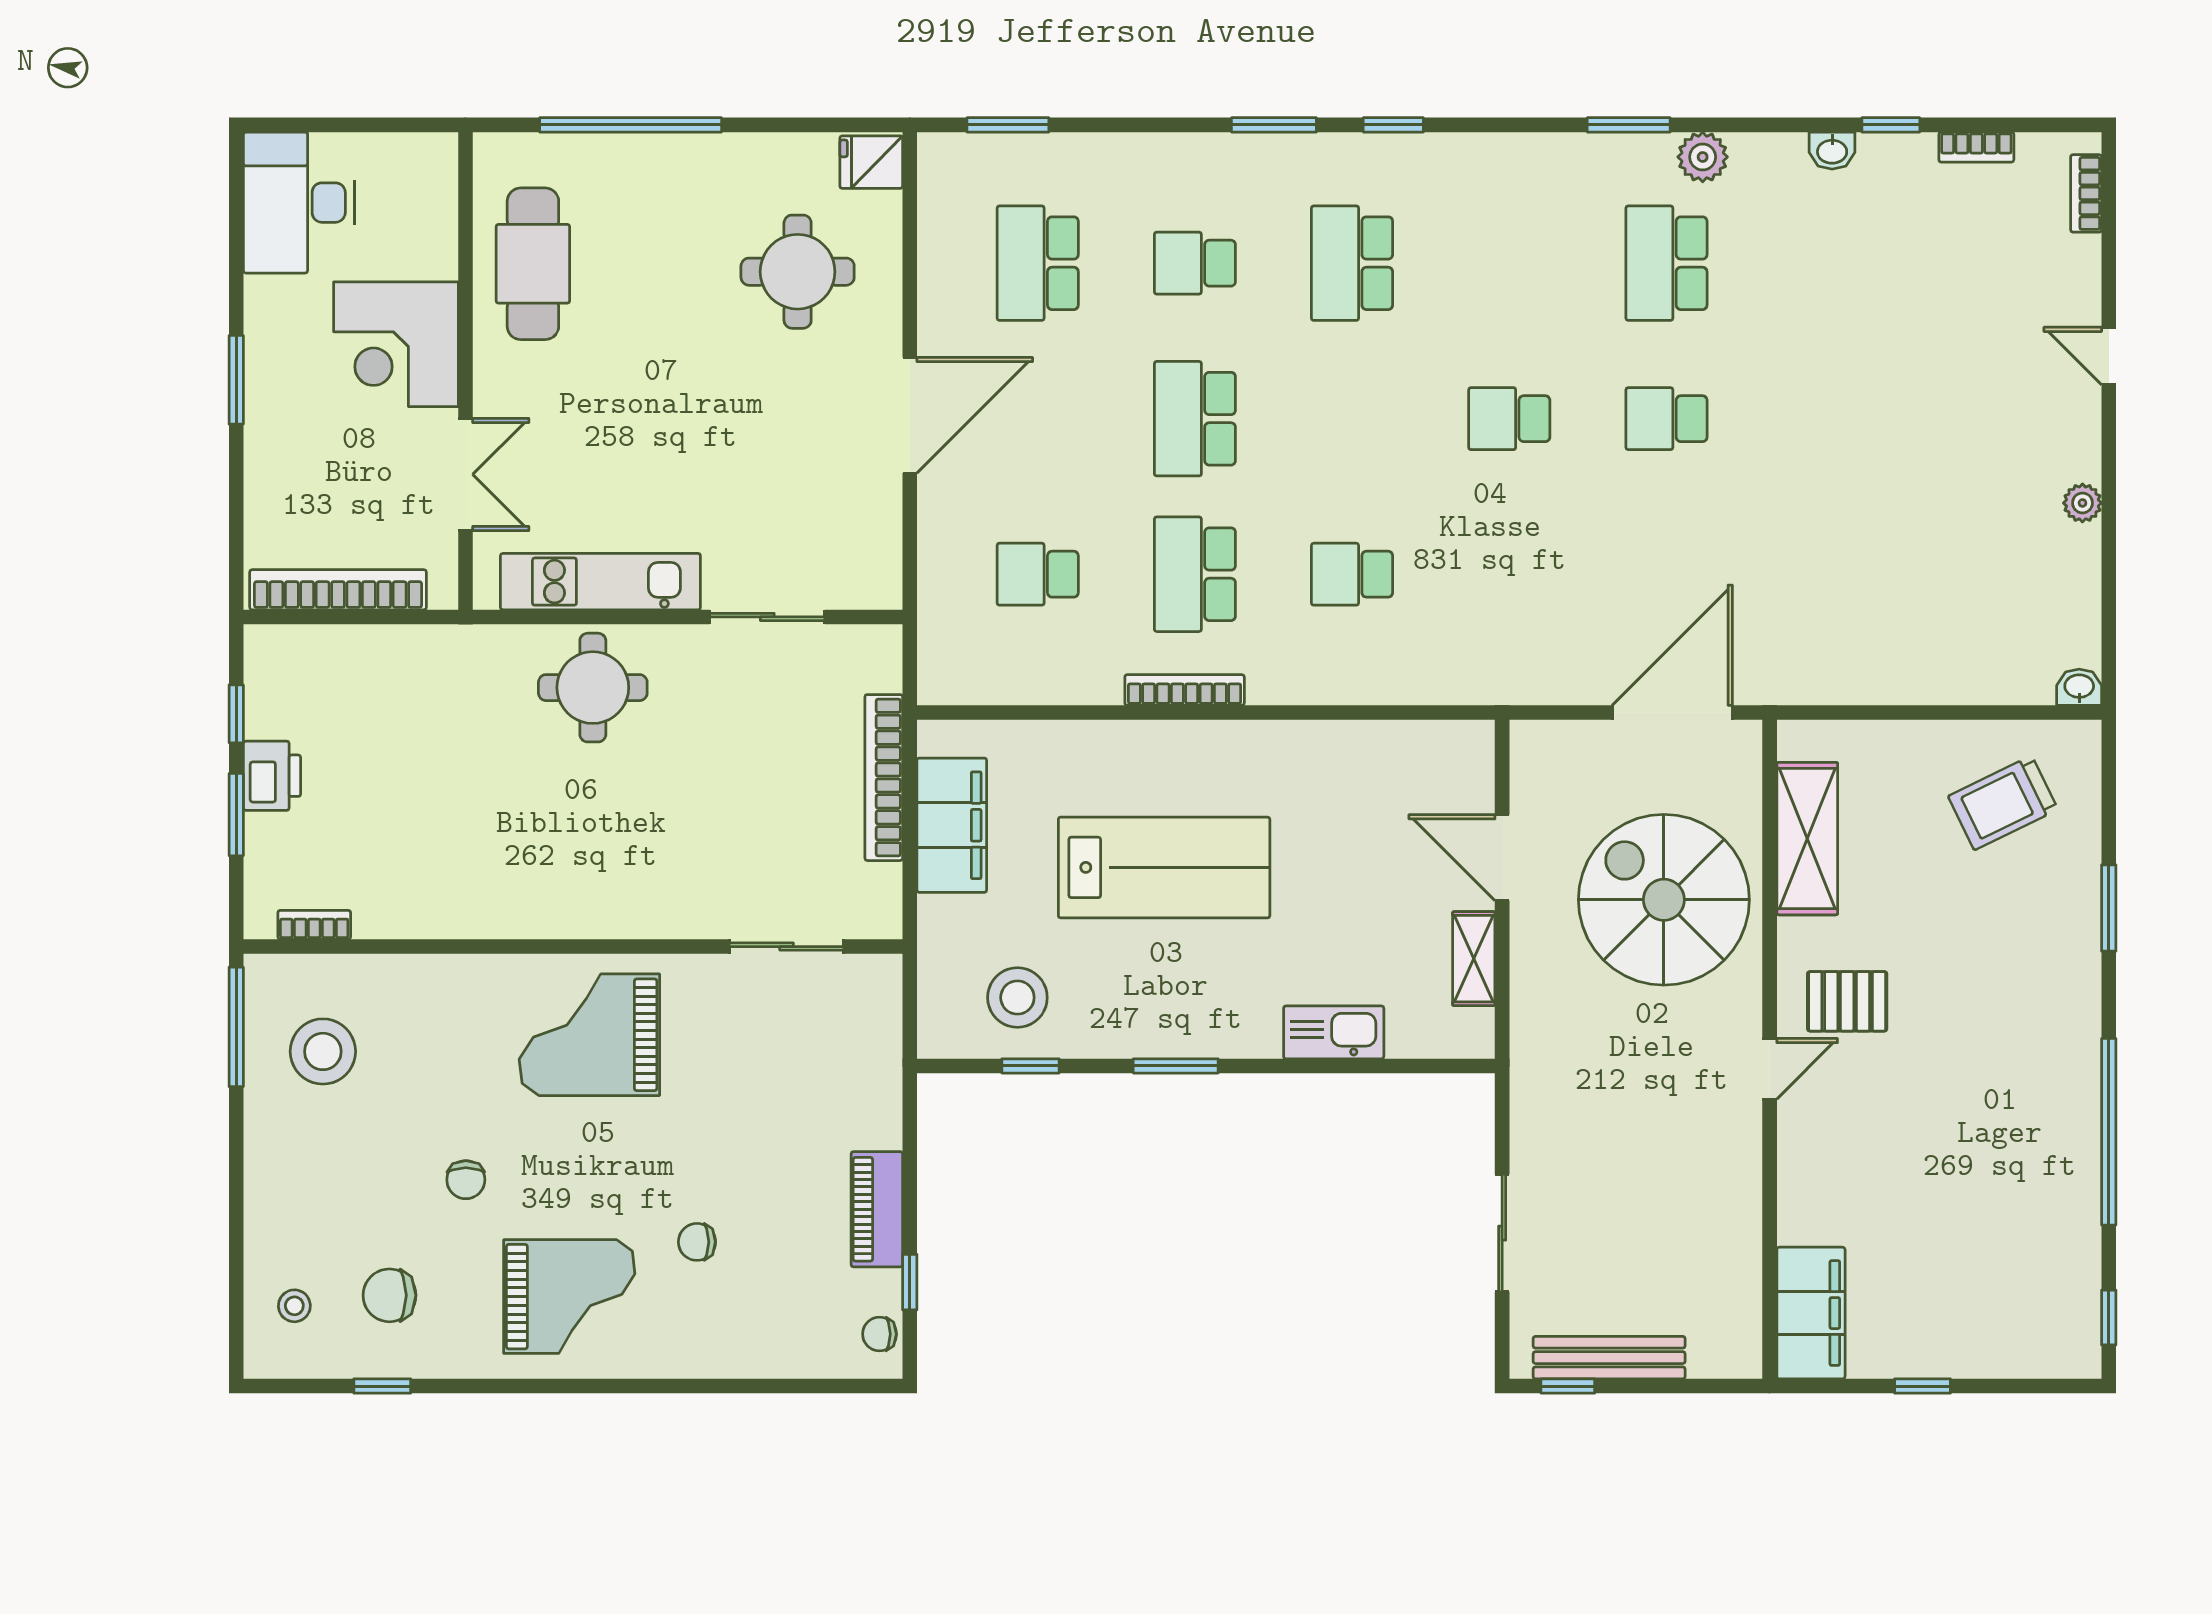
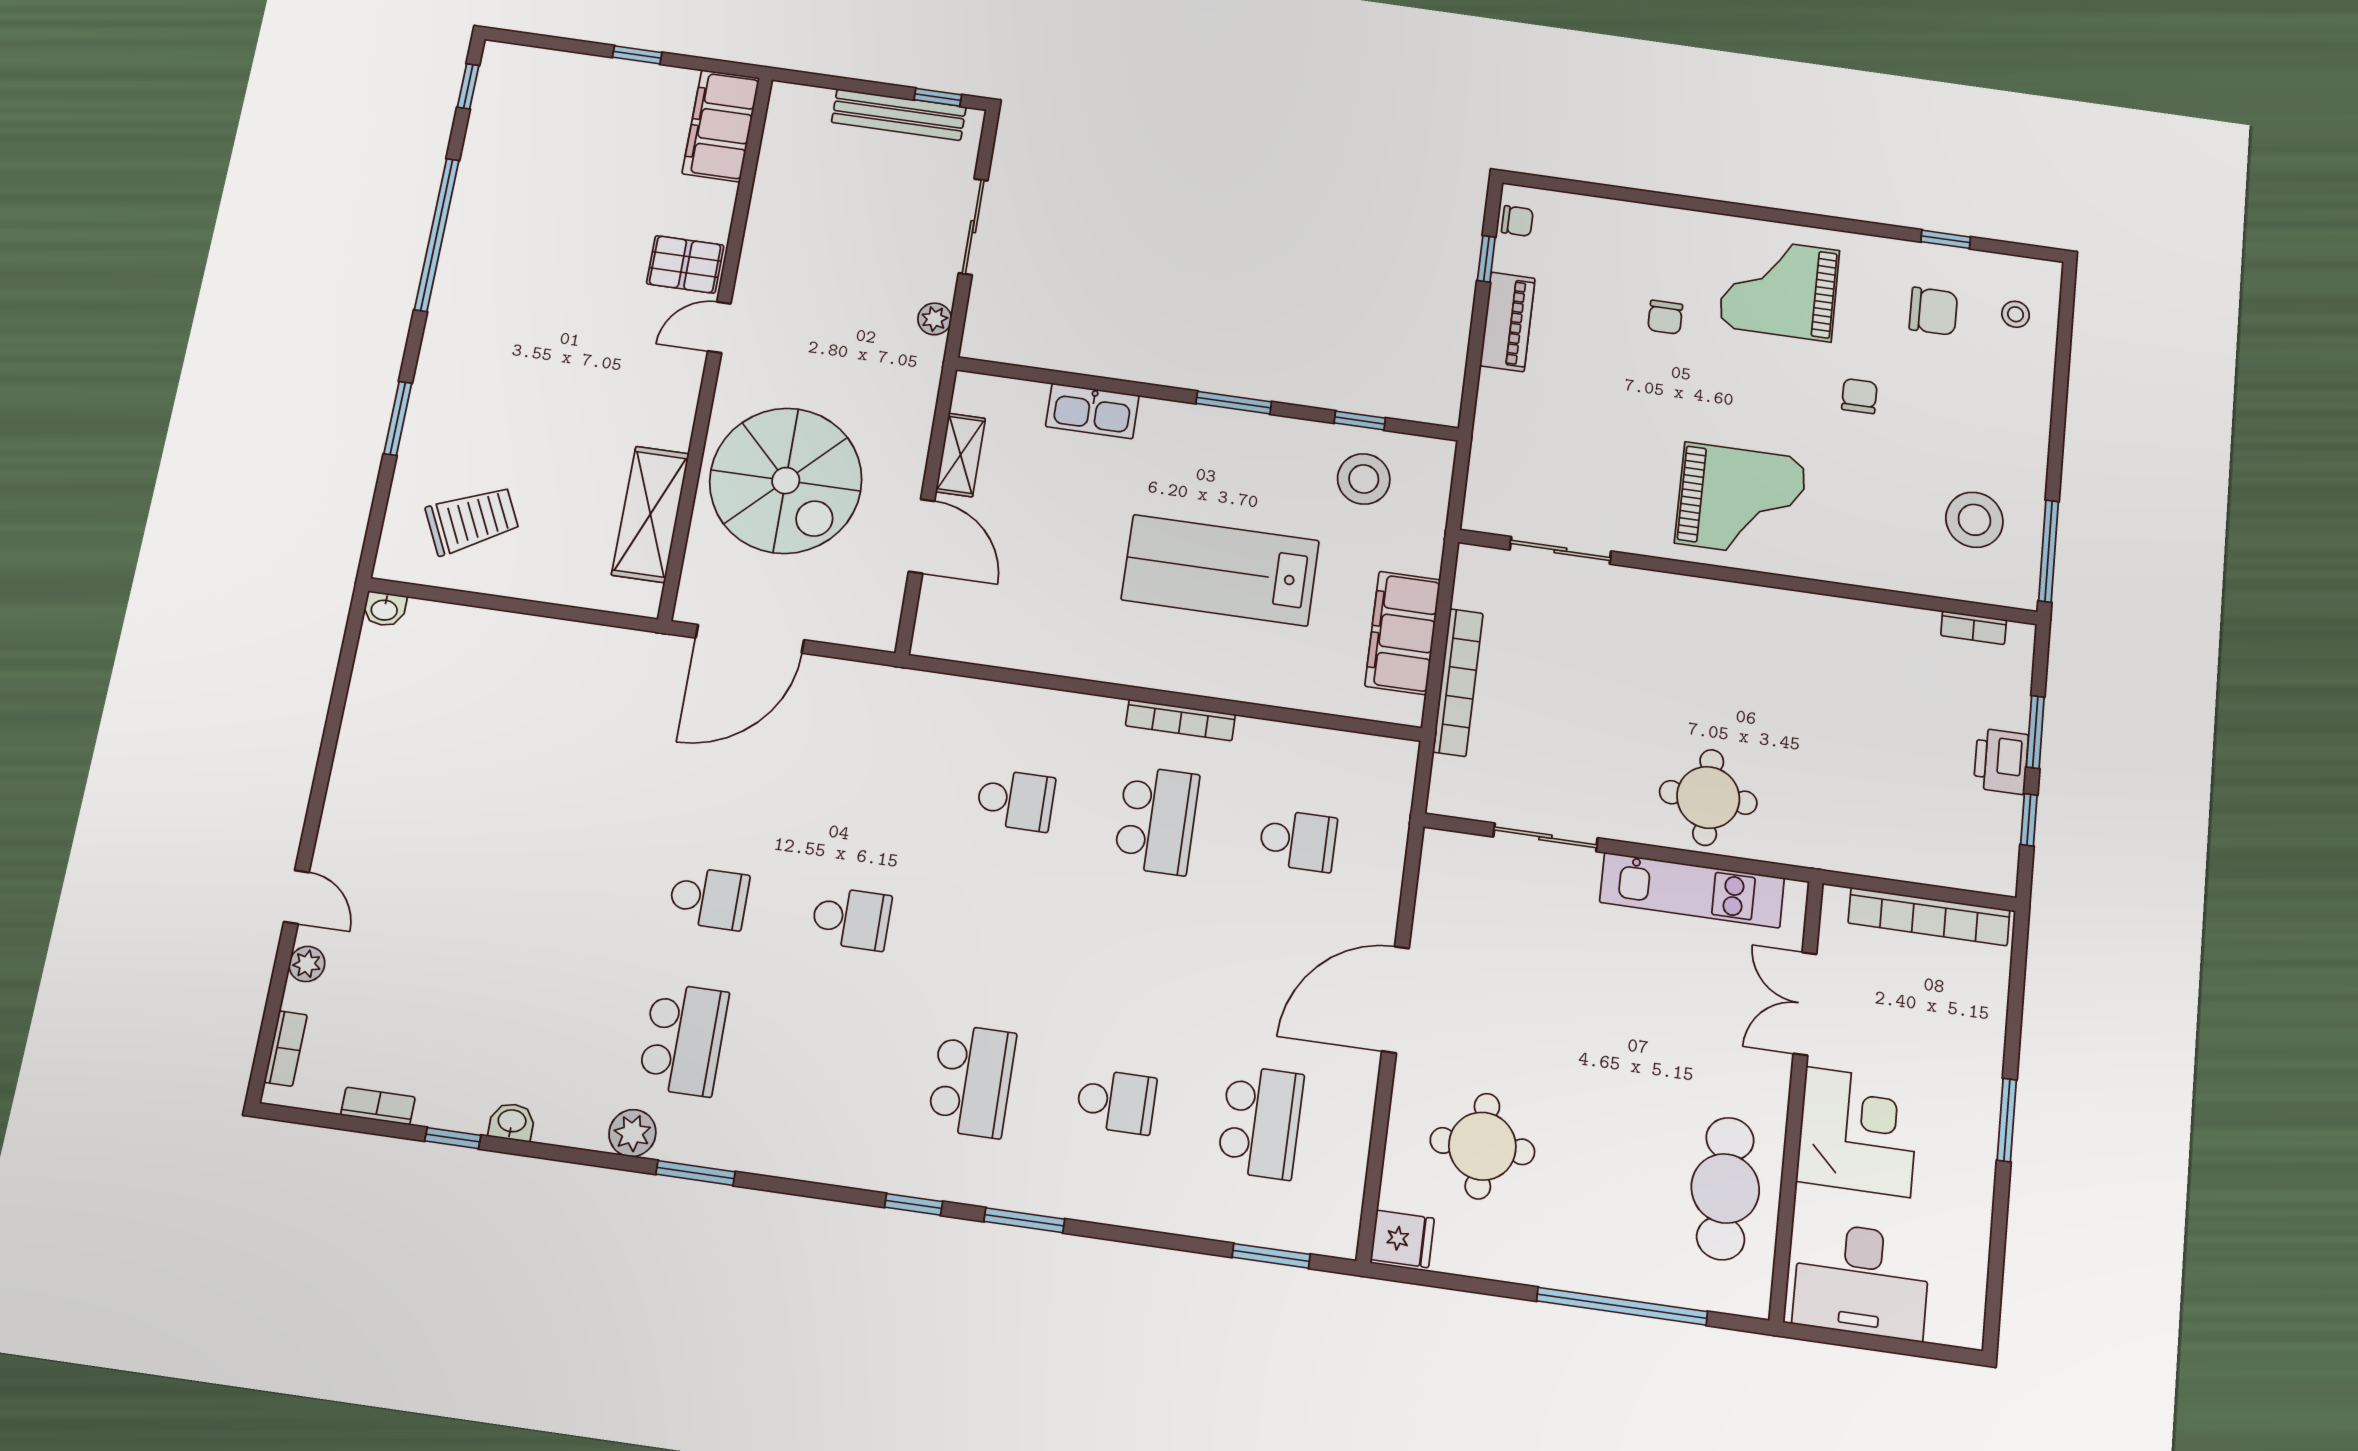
desk: (299, 203) -> (1861, 1281), moved, turned 90
school desk: (1195, 419) -> (1137, 959), removed
plant: (2082, 503) -> (307, 964), moved
pallet: (1847, 1001) -> (685, 264), moved
plant: (1528, 1115) -> (935, 319), added
chair: (697, 1242) -> (1665, 317), turned 90

